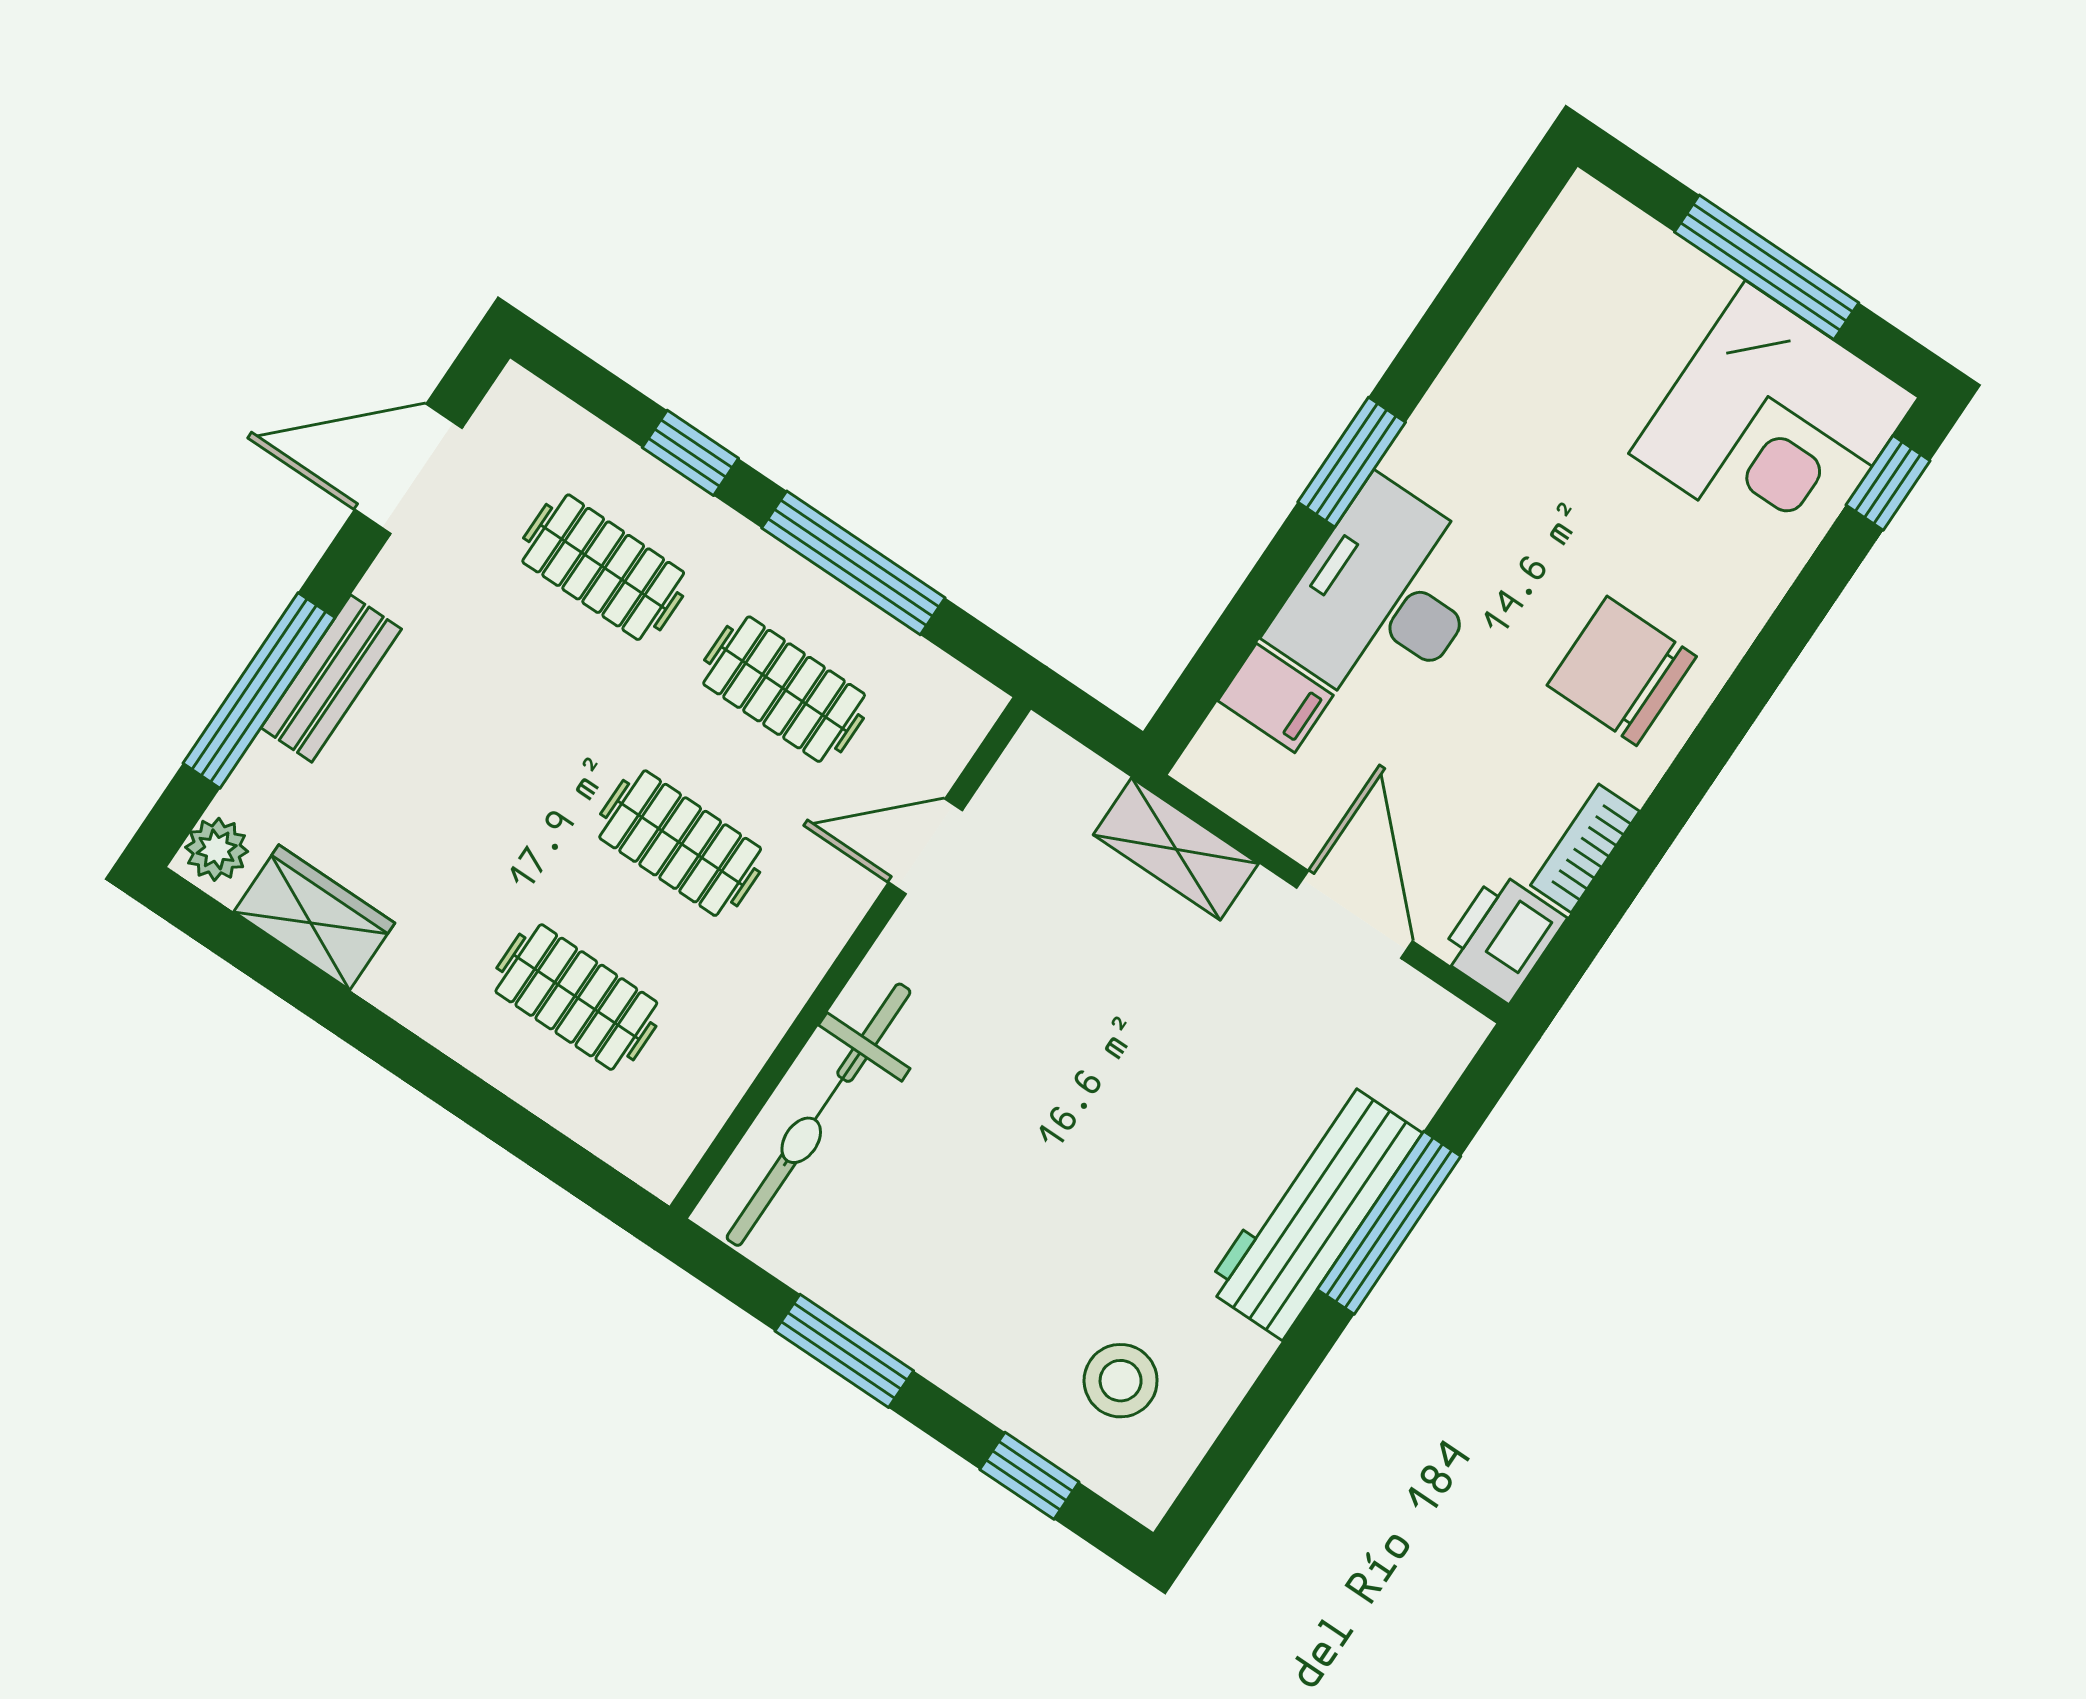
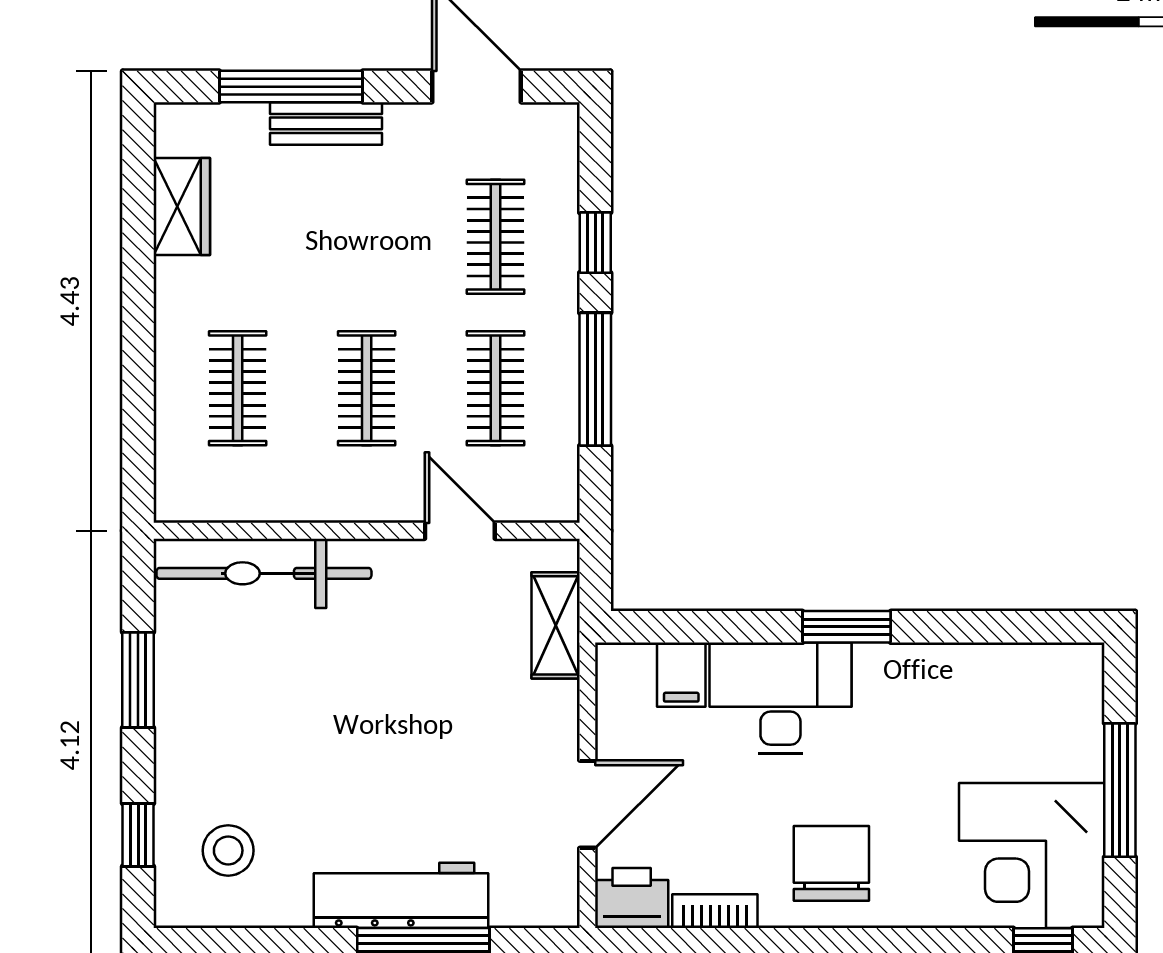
plant: (217, 849) -> (183, 124), removed
shelving: (1176, 849) -> (556, 625), moved

